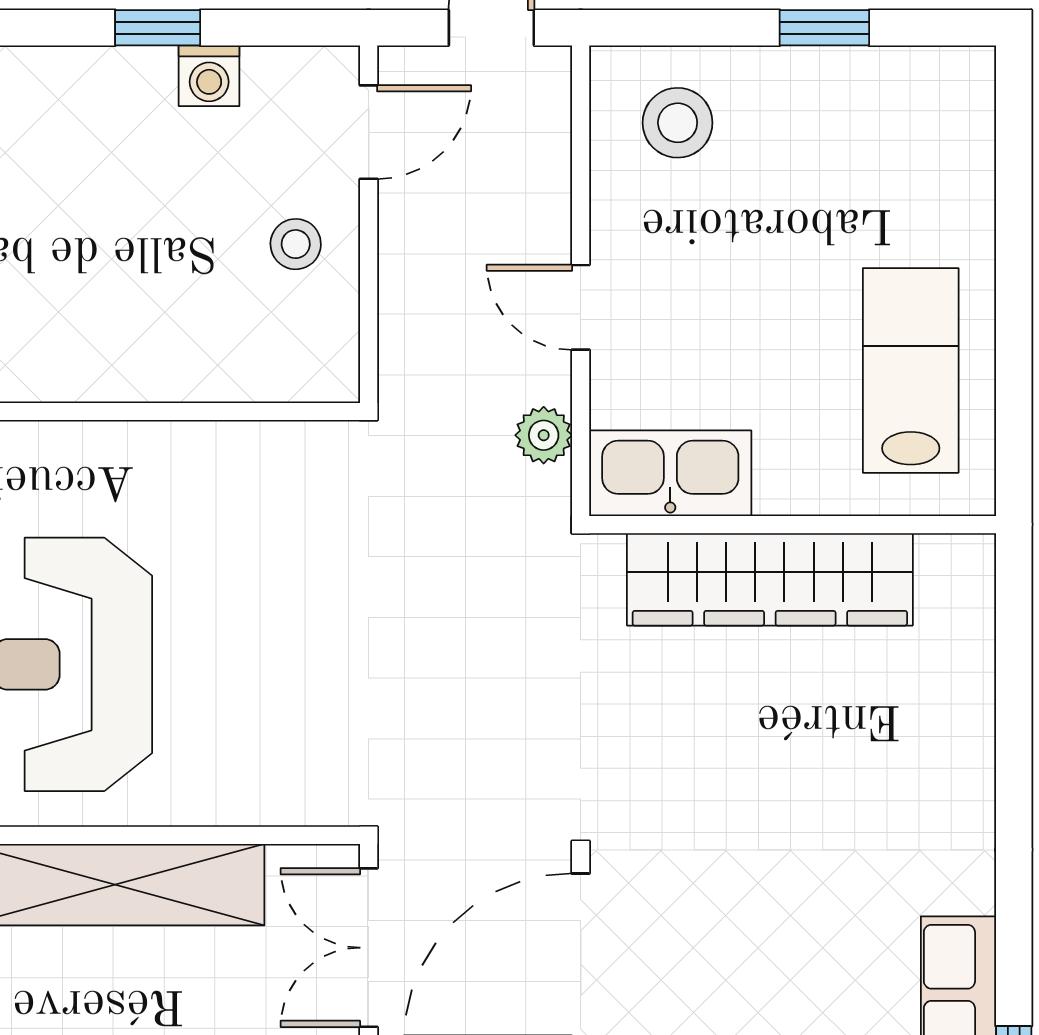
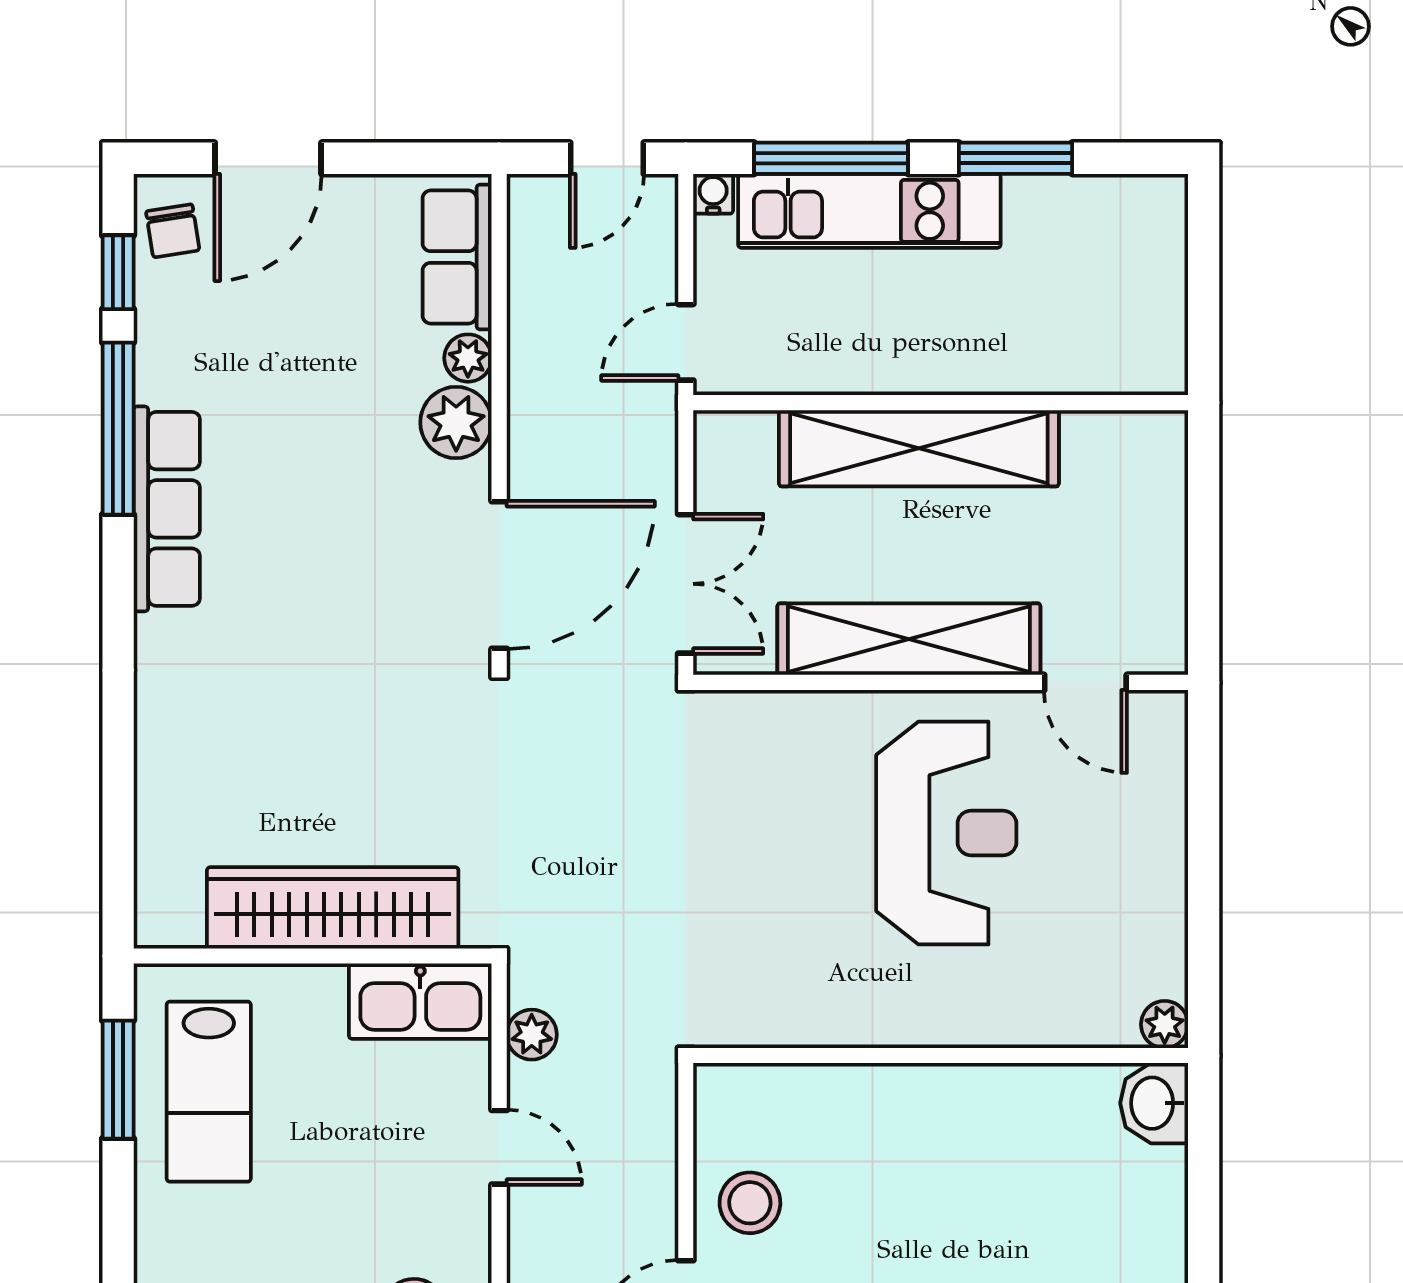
stool: (296, 244) -> (750, 1203), width x1.37, depth x1.37
window: (1014, 384) -> (118, 1080), added

